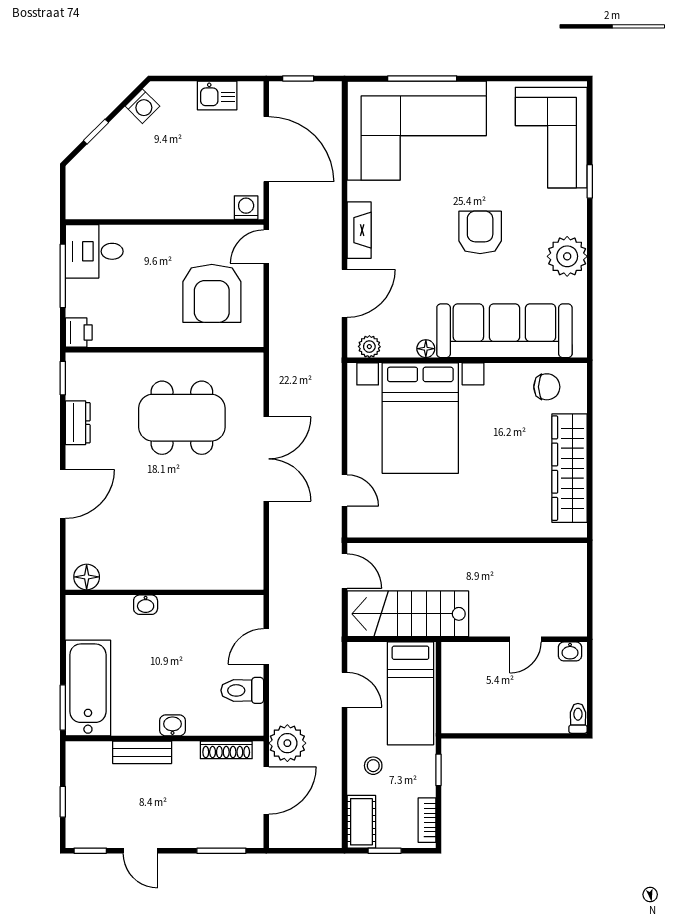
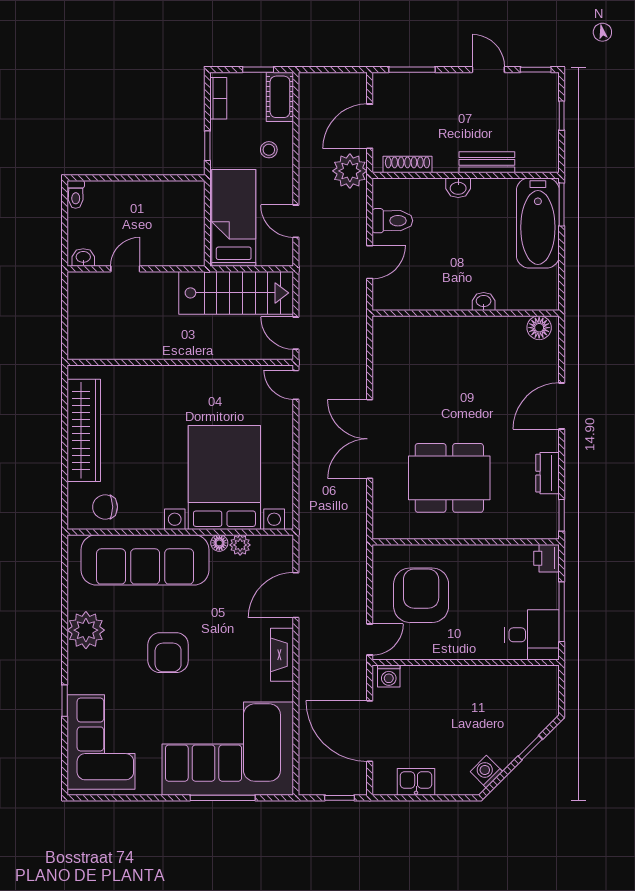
plant: (369, 347) -> (240, 545), moved
door: (345, 490) -> (296, 385), moved

